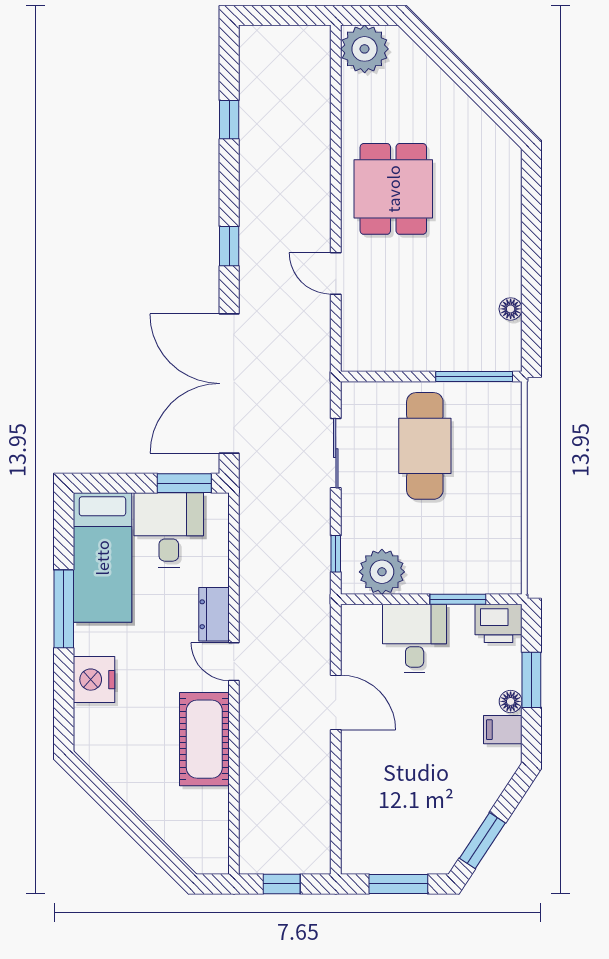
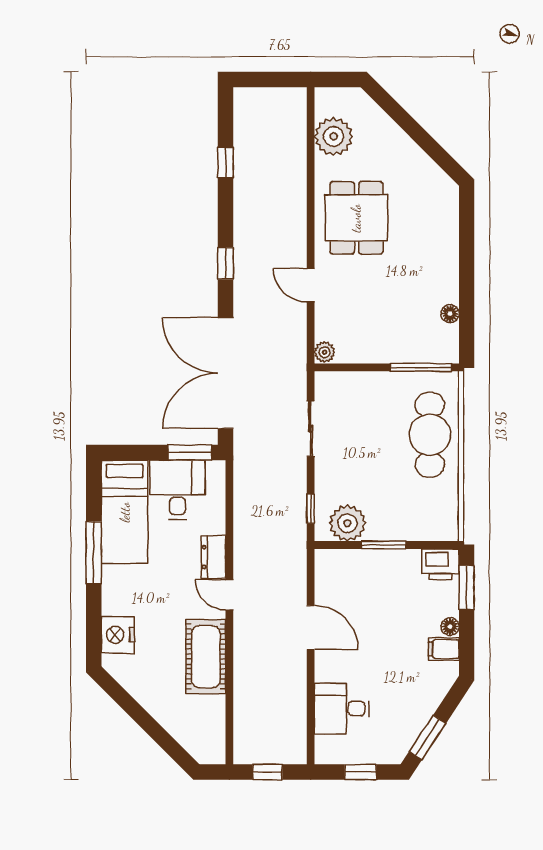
plant: (365, 49) -> (334, 136), moved
plant: (353, 357) -> (325, 352), added
cafe table: (425, 446) -> (430, 435), moved
window: (458, 599) -> (384, 545), moved
desk: (415, 638) -> (342, 709), moved, turned -90
nightstand: (94, 680) -> (118, 635), moved
window: (531, 680) -> (467, 588), moved
window: (398, 884) -> (360, 772), width x0.67

